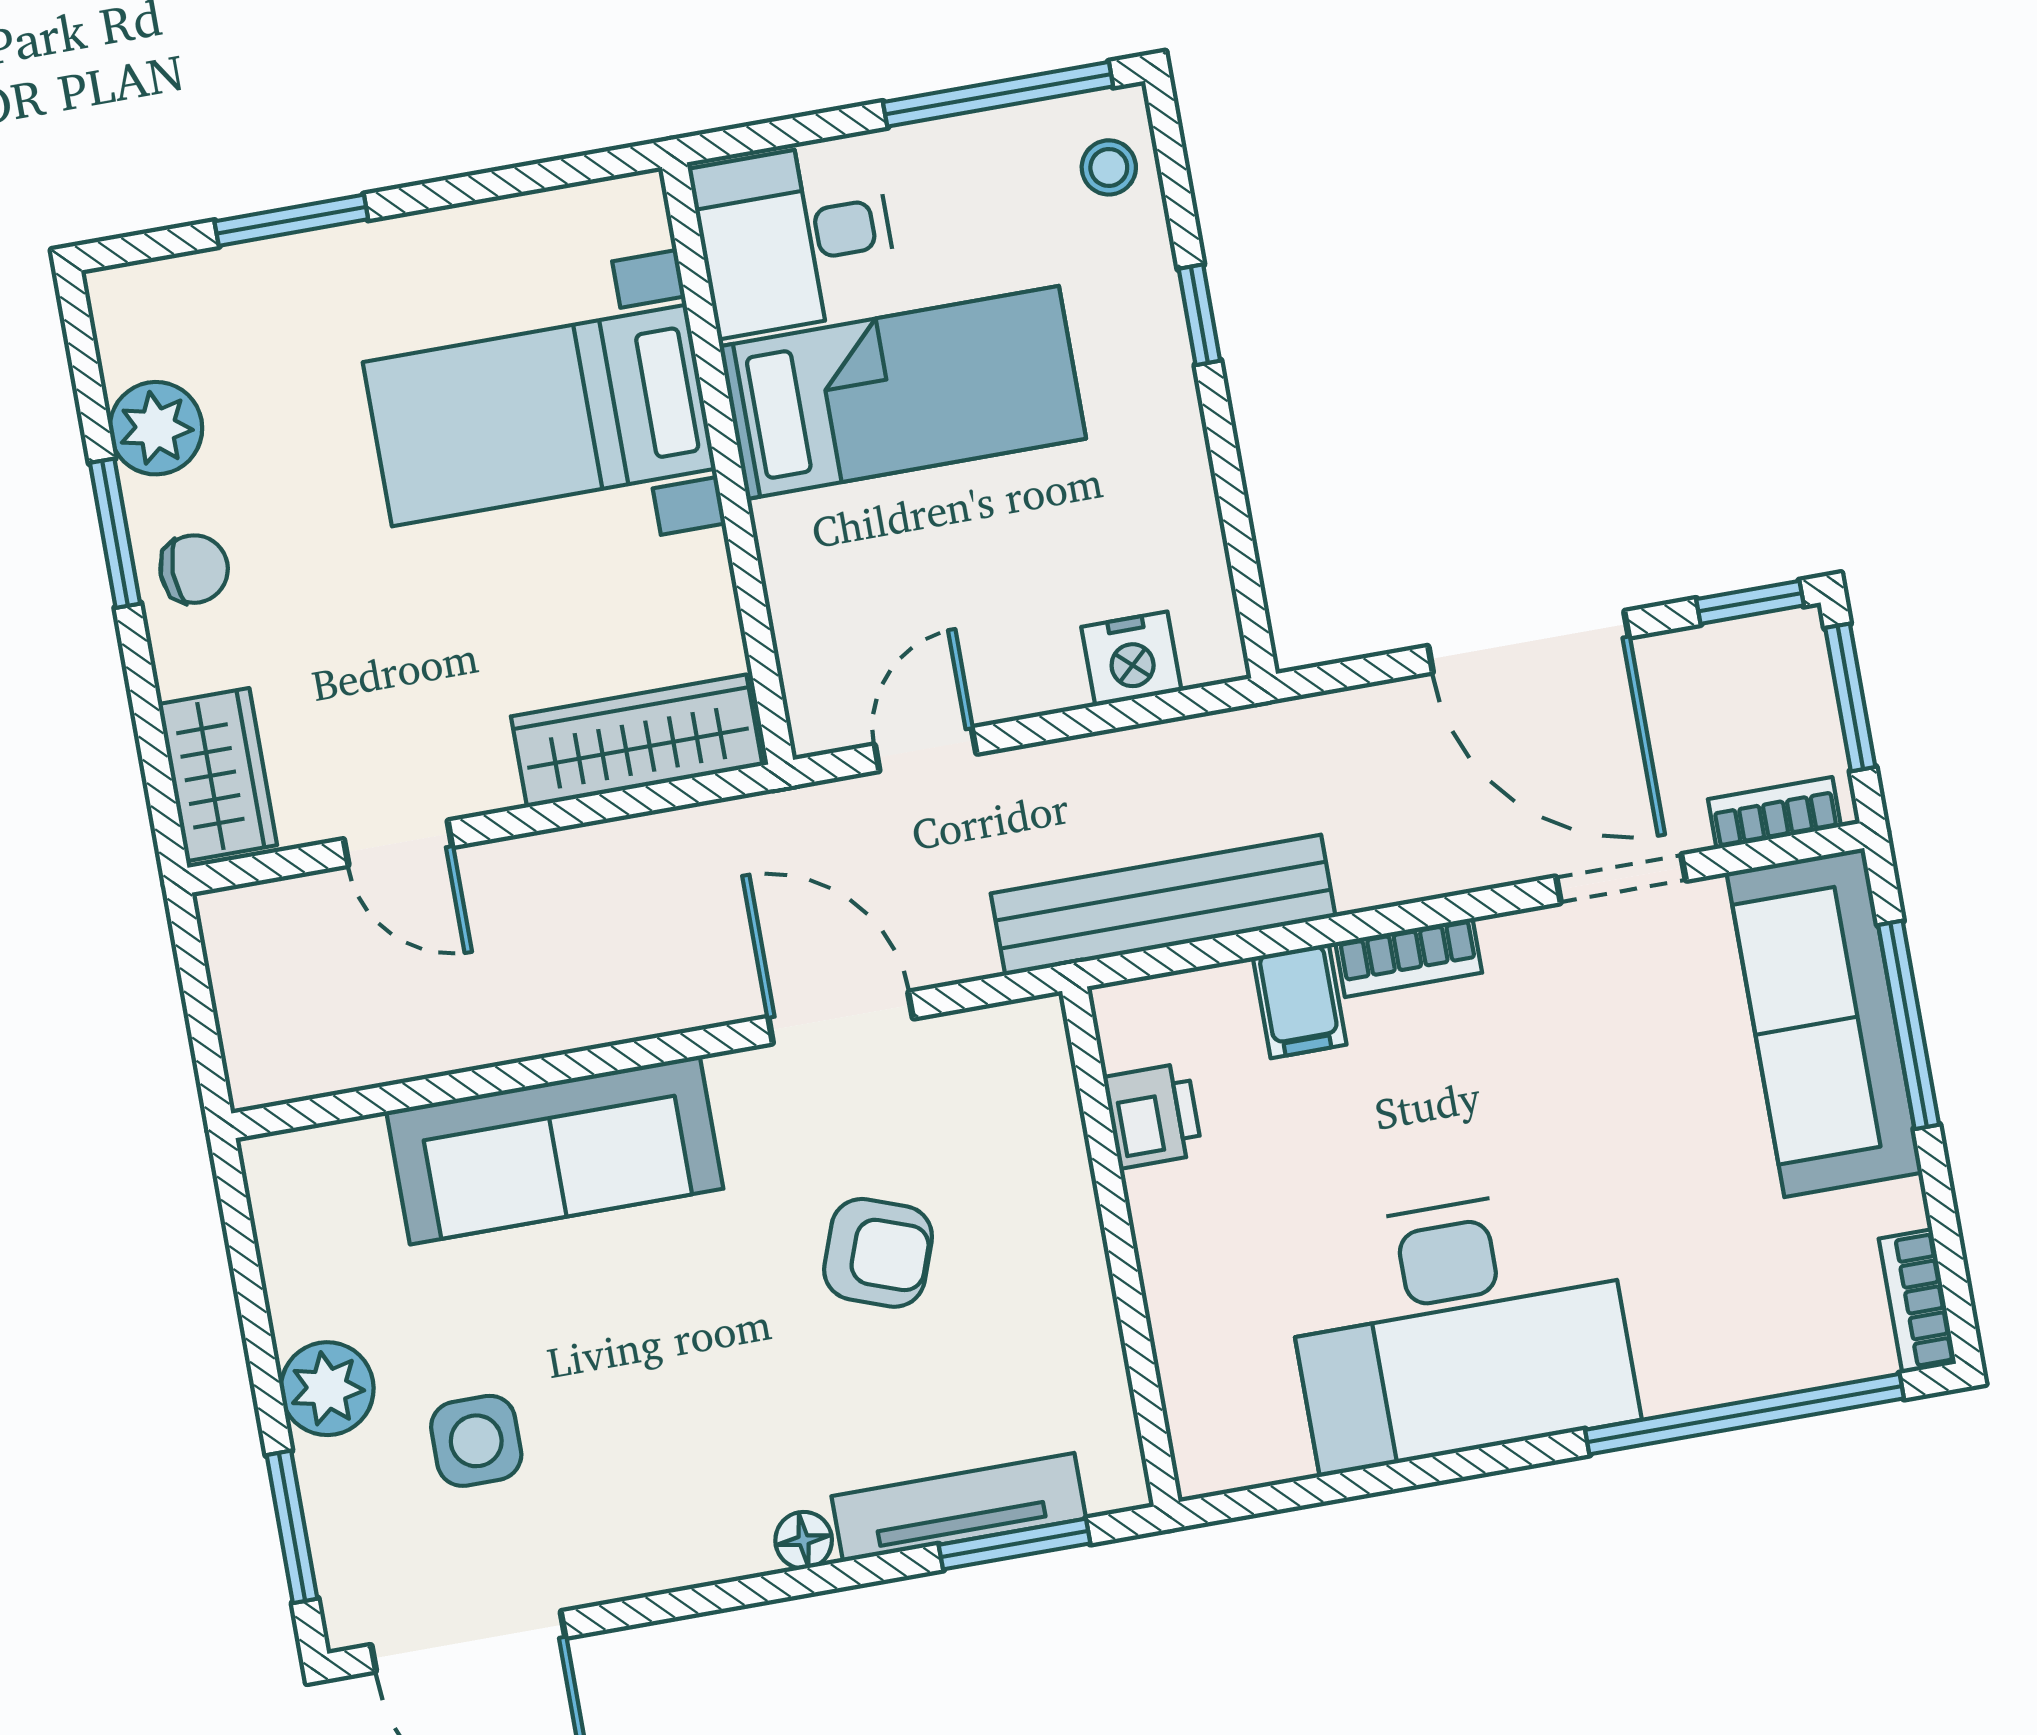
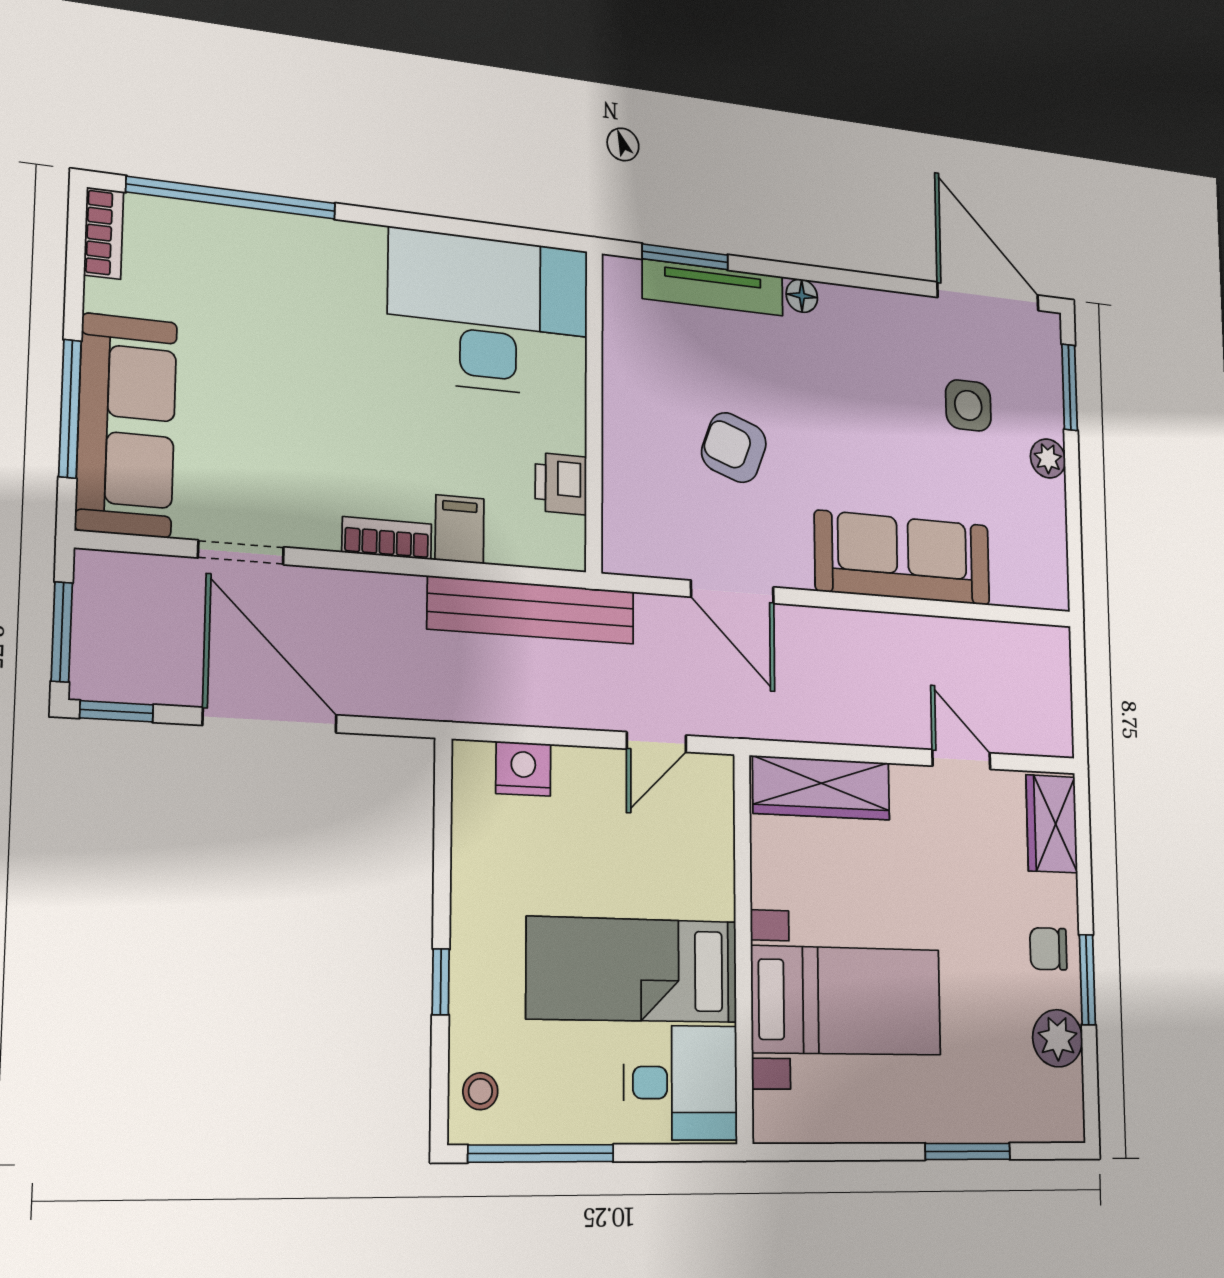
bookcase: (1774, 813) -> (130, 569), removed
desk: (1459, 1328) -> (489, 314), moved
plant: (327, 1389) -> (1048, 458), width x0.73, depth x0.73

